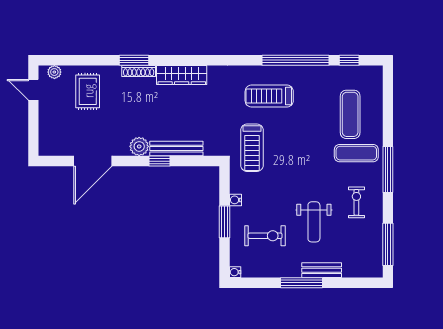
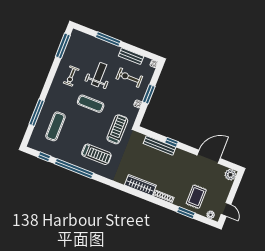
window: (134, 60) -> (186, 213), moved
plant: (139, 146) -> (230, 175), moved
exercise mat: (356, 153) -> (91, 104), moved
window: (388, 170) -> (37, 113), moved
bench: (322, 270) -> (131, 56), moved
window: (302, 283) -> (108, 39), moved

